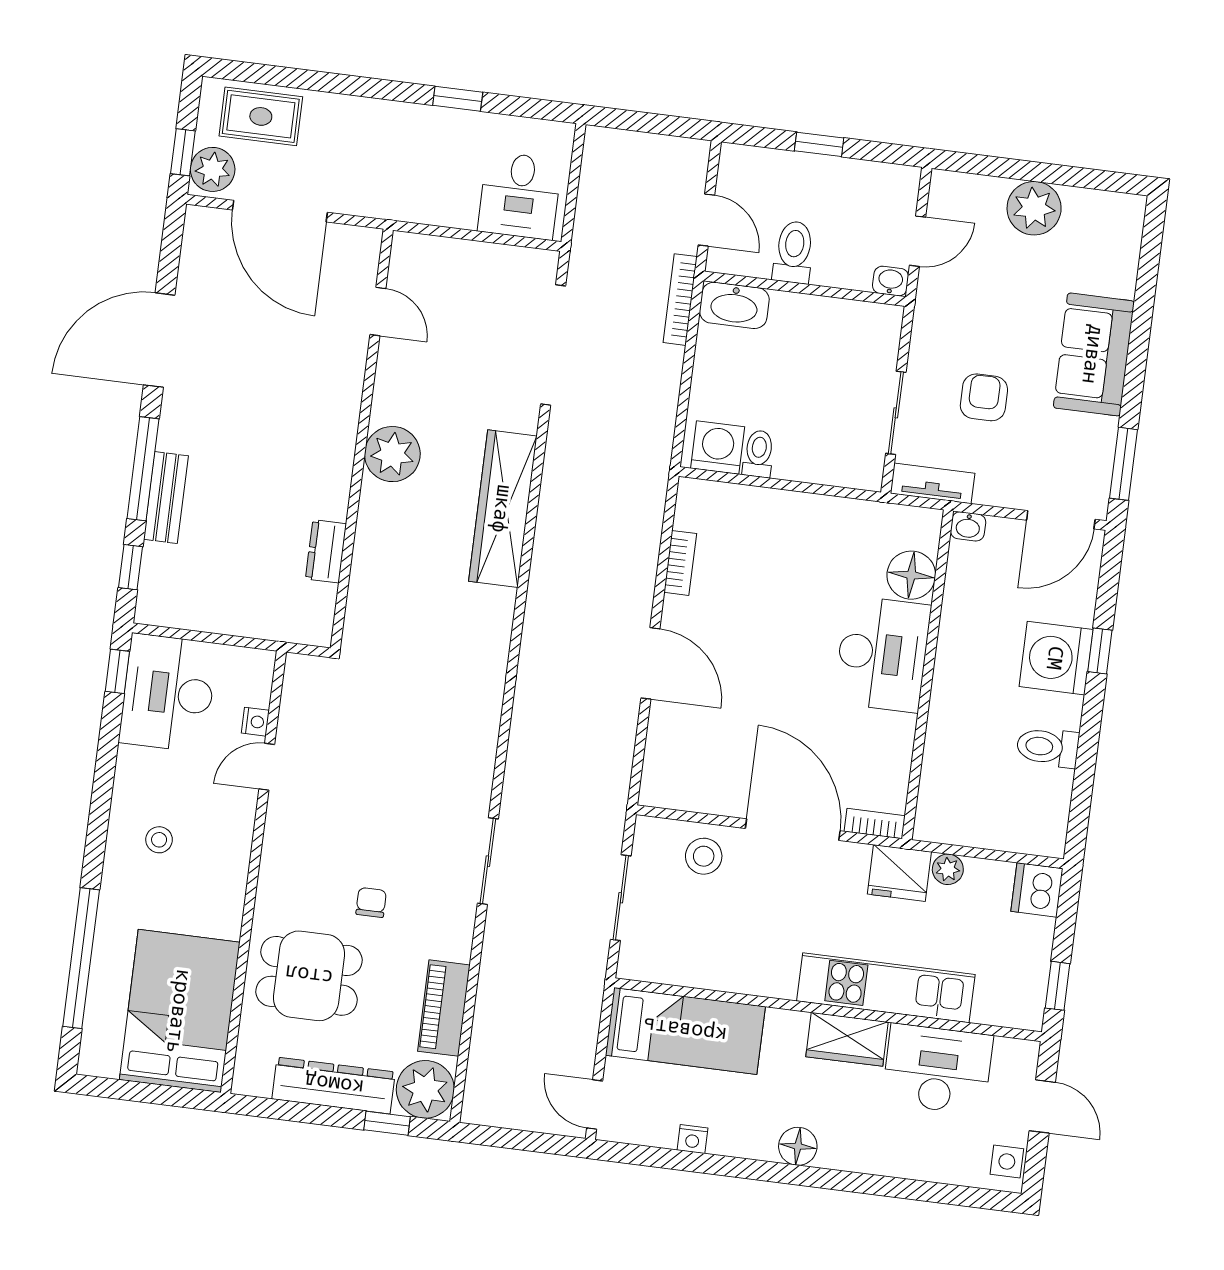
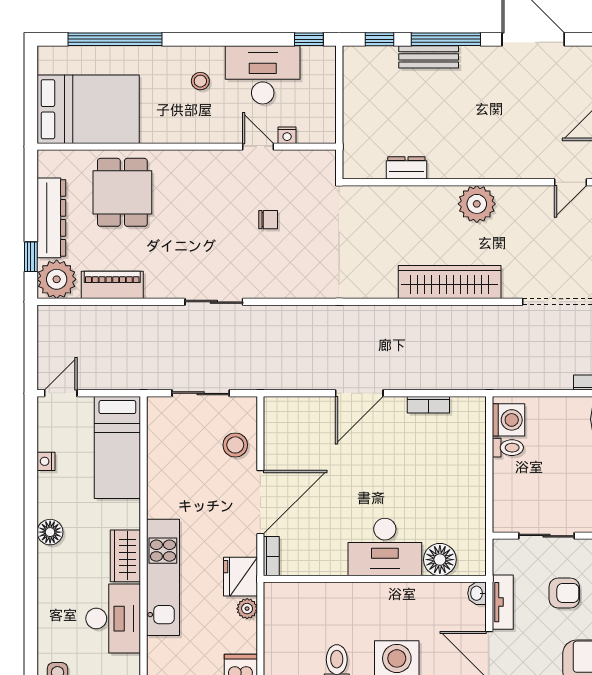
tv unit: (933, 483) -> (503, 602), moved
desk: (168, 693) -> (263, 75), moved
chair: (371, 902) -> (268, 220), moved

